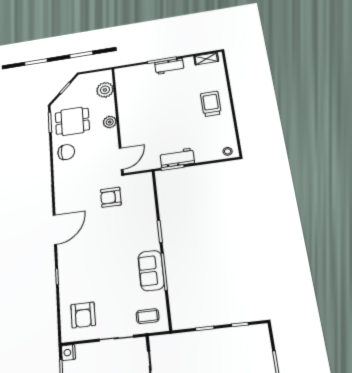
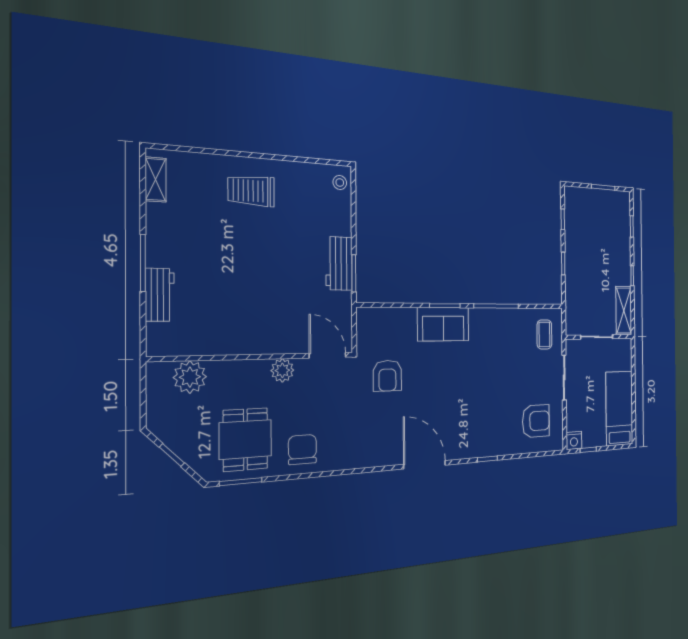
workbench: (169, 66) -> (160, 295), moved
plant: (110, 122) -> (282, 370), moved
sofa: (151, 271) -> (443, 324), moved

